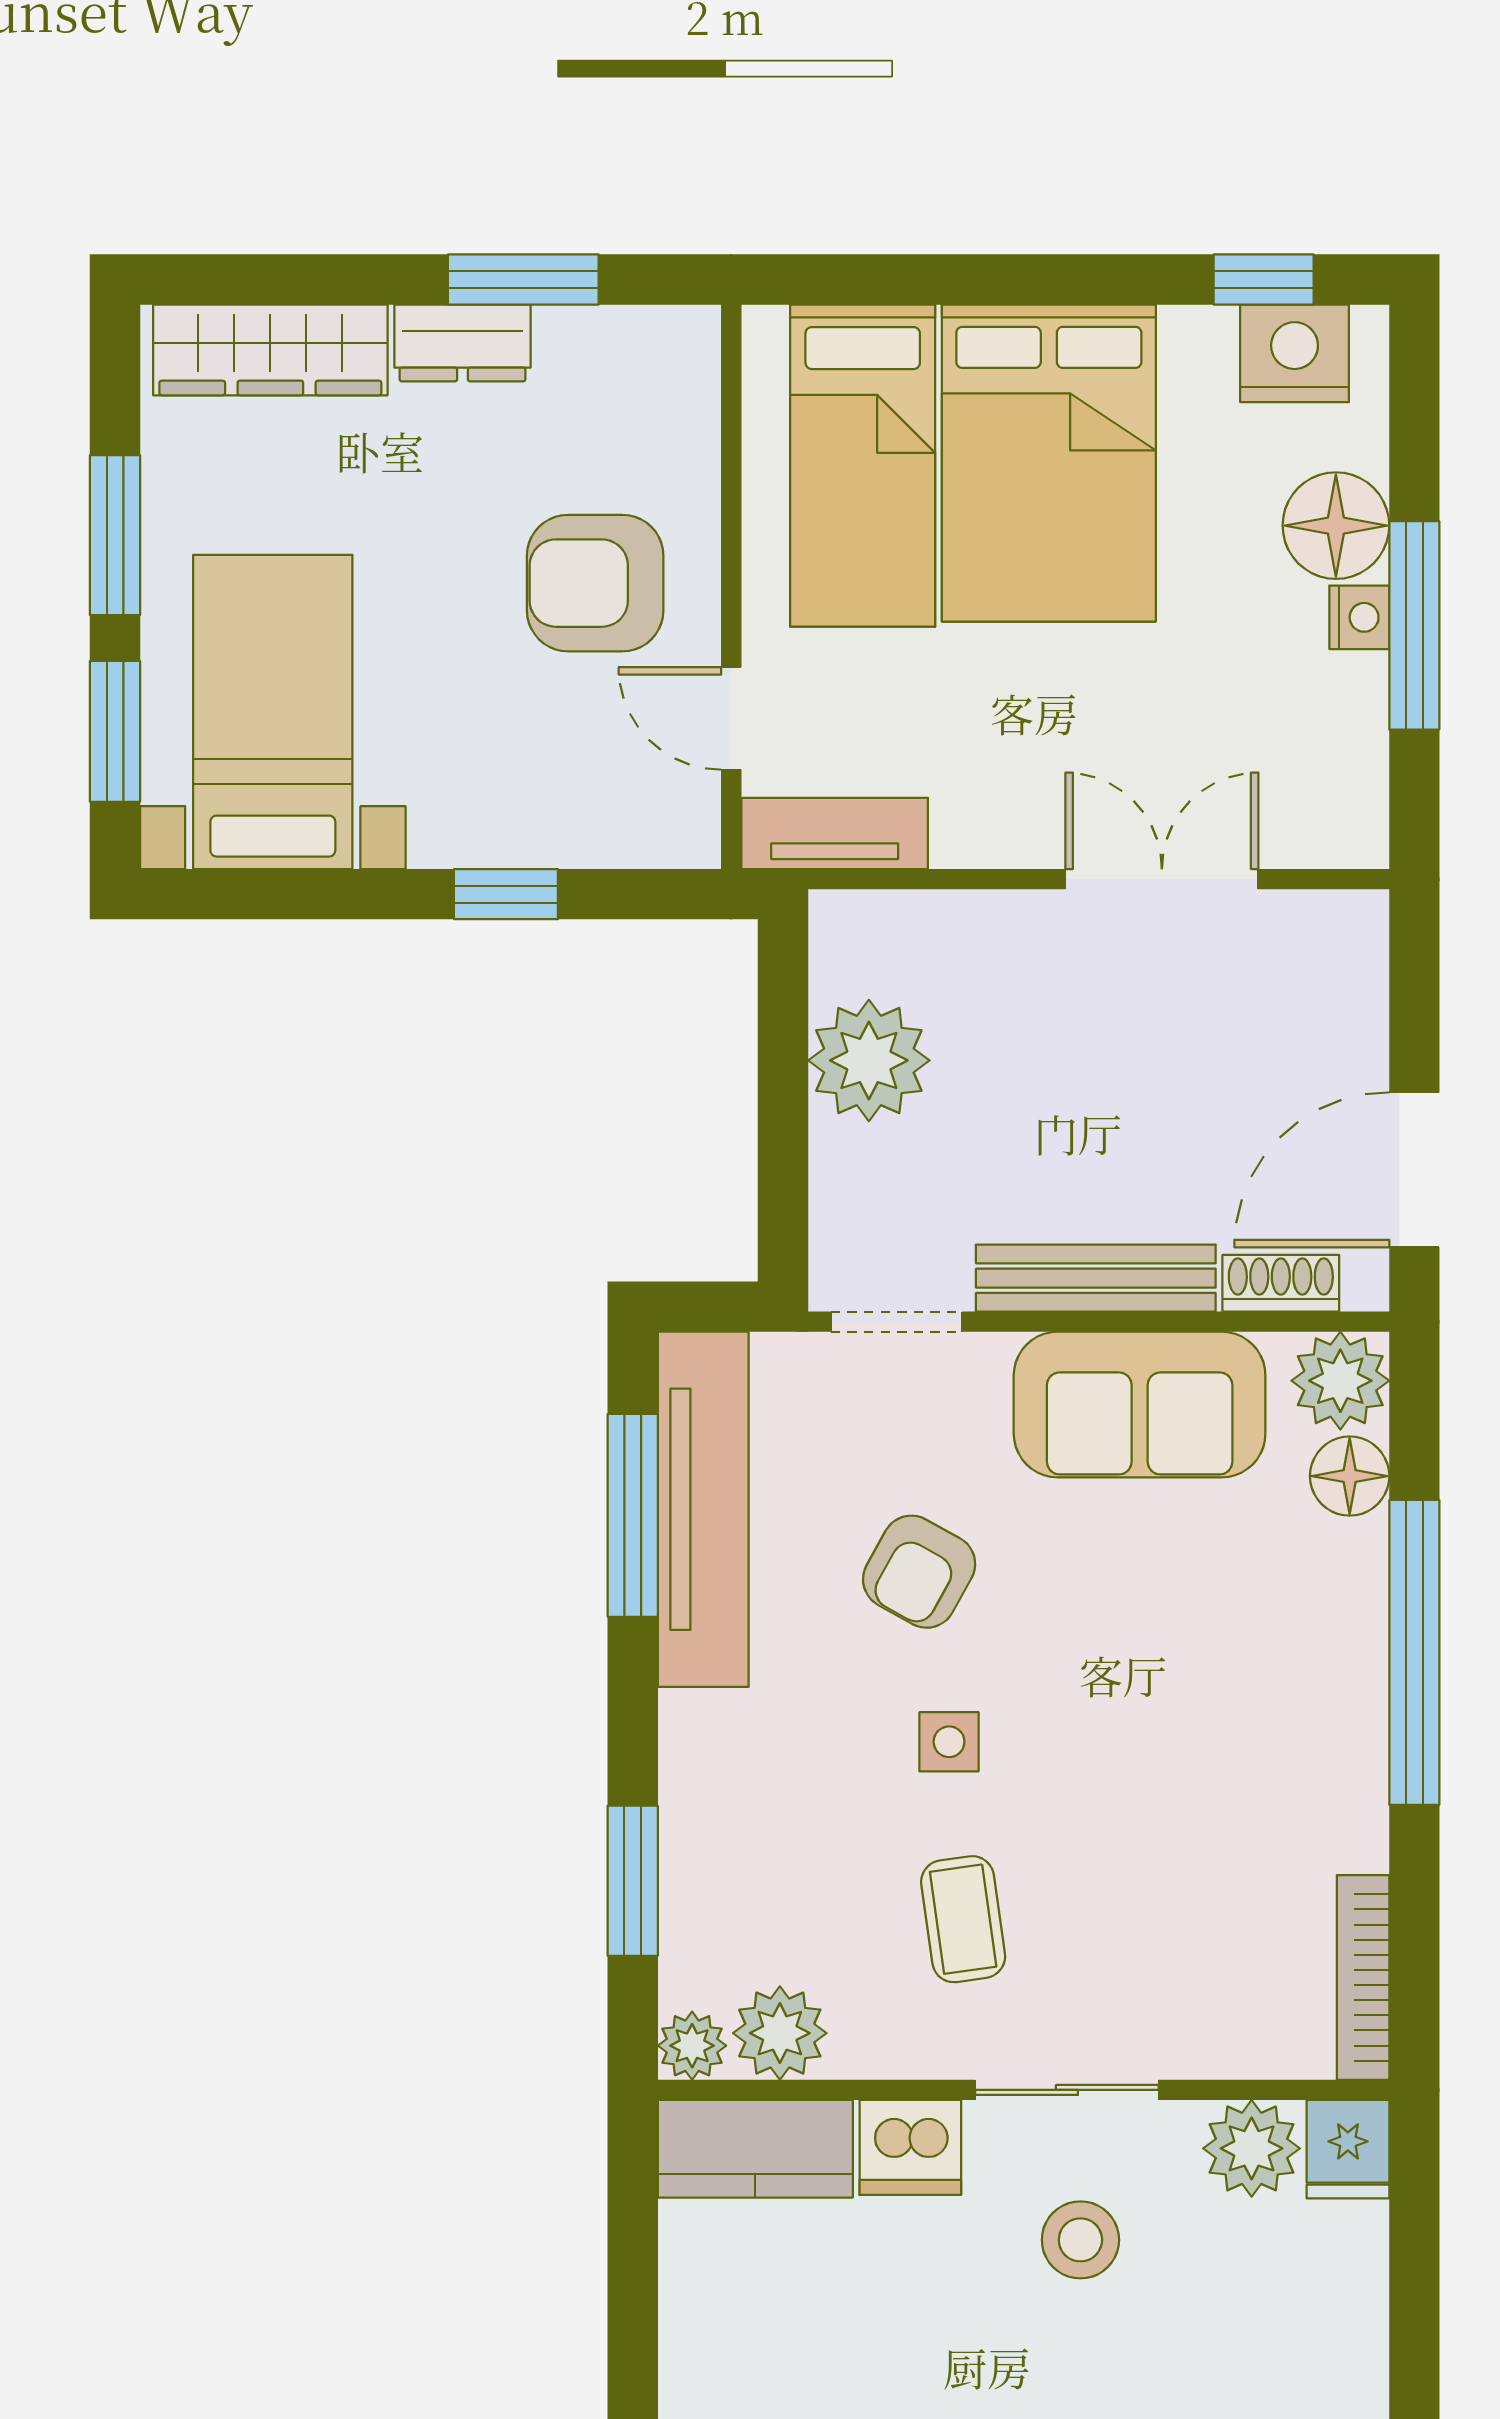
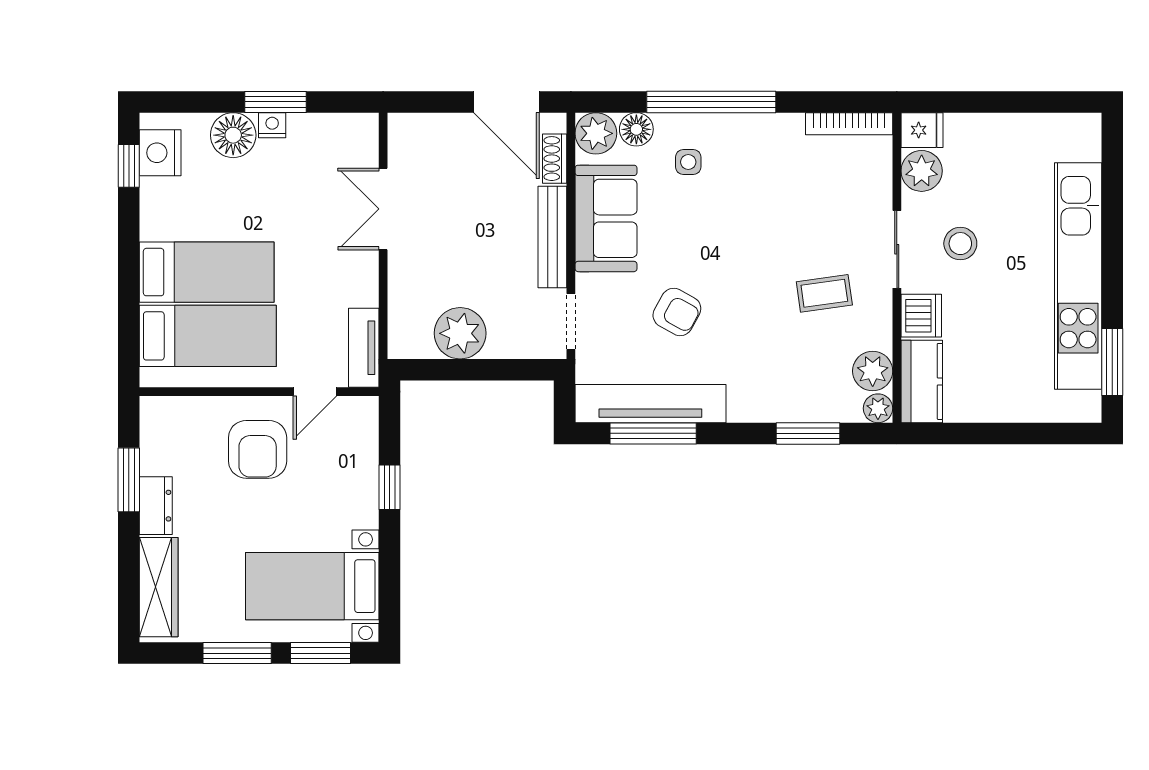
bed: (1049, 463) -> (207, 272), width x0.67
window: (1414, 625) -> (276, 102), width x0.69
side table: (949, 1742) -> (688, 162), moved

